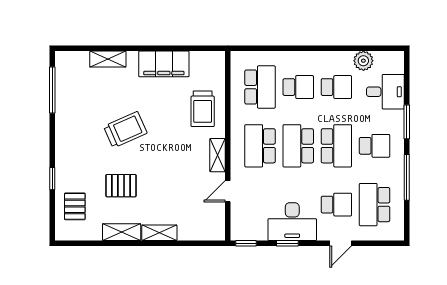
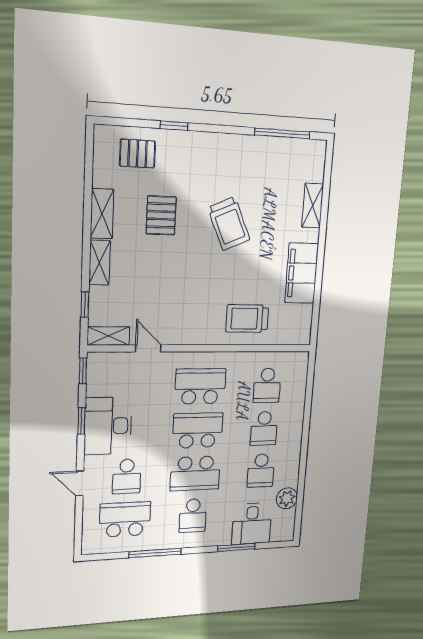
school desk: (260, 87) -> (267, 385), width x0.54
window: (407, 122) -> (236, 547), moved
shelving: (218, 155) -> (108, 336), moved
window: (193, 243) -> (85, 305), added

